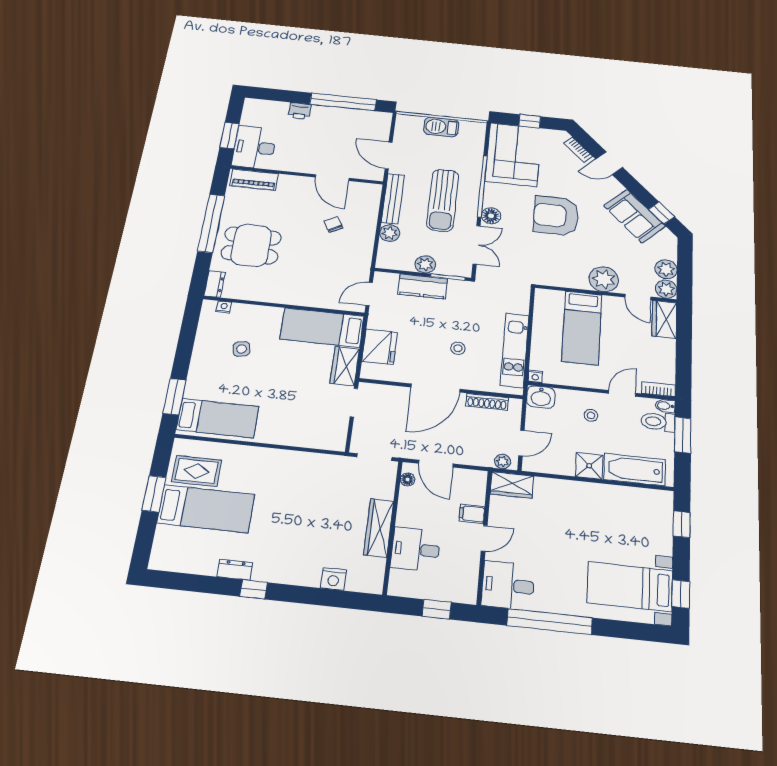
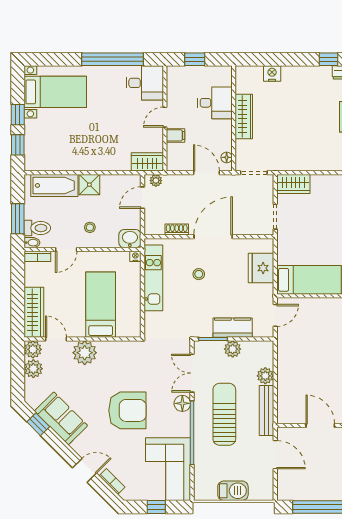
chair: (333, 225) -> (313, 378), removed
wardrobe: (664, 319) -> (34, 312), width x1.50
wardrobe: (345, 366) -> (293, 184), moved, turned 90
shoe rack: (487, 402) -> (177, 230), width x0.70
window: (681, 594) -> (18, 115), moved

